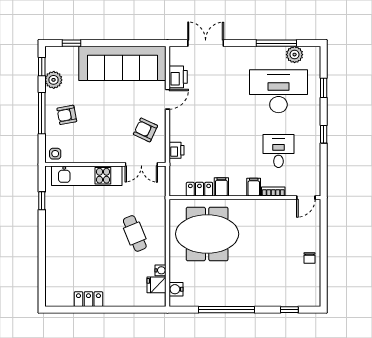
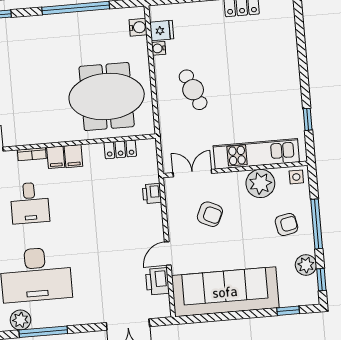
armchair: (145, 130) -> (210, 214), moved
plant: (86, 151) -> (260, 183), added
filing cabinet: (221, 187) -> (73, 156), moved

